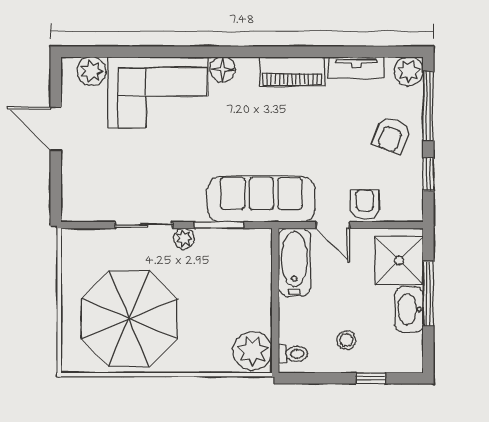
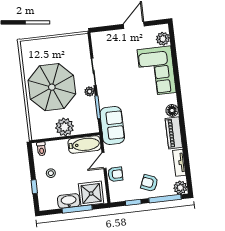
floor lamp: (223, 70) -> (172, 110), moved
sofa: (261, 199) -> (112, 125), width x0.73
parasol: (129, 319) -> (52, 87), moved
plant: (253, 351) -> (65, 127), moved

